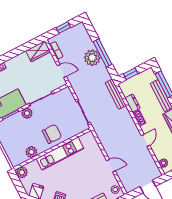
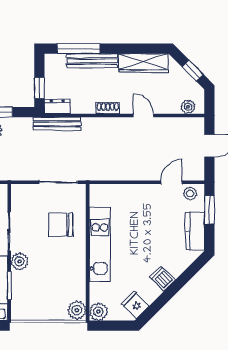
dresser: (133, 103) -> (57, 107), moved
chair: (52, 134) -> (61, 225), moved, turned -90
plant: (31, 152) -> (77, 310), moved
door: (111, 166) -> (171, 182), moved

